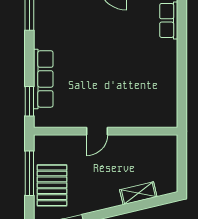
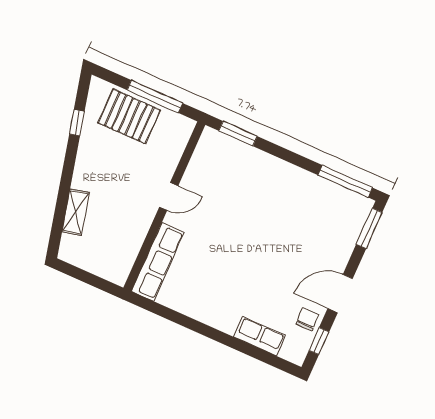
row of seats: (43, 79) -> (158, 262), moved, turned -90
door: (97, 131) -> (169, 196), swing flipped

